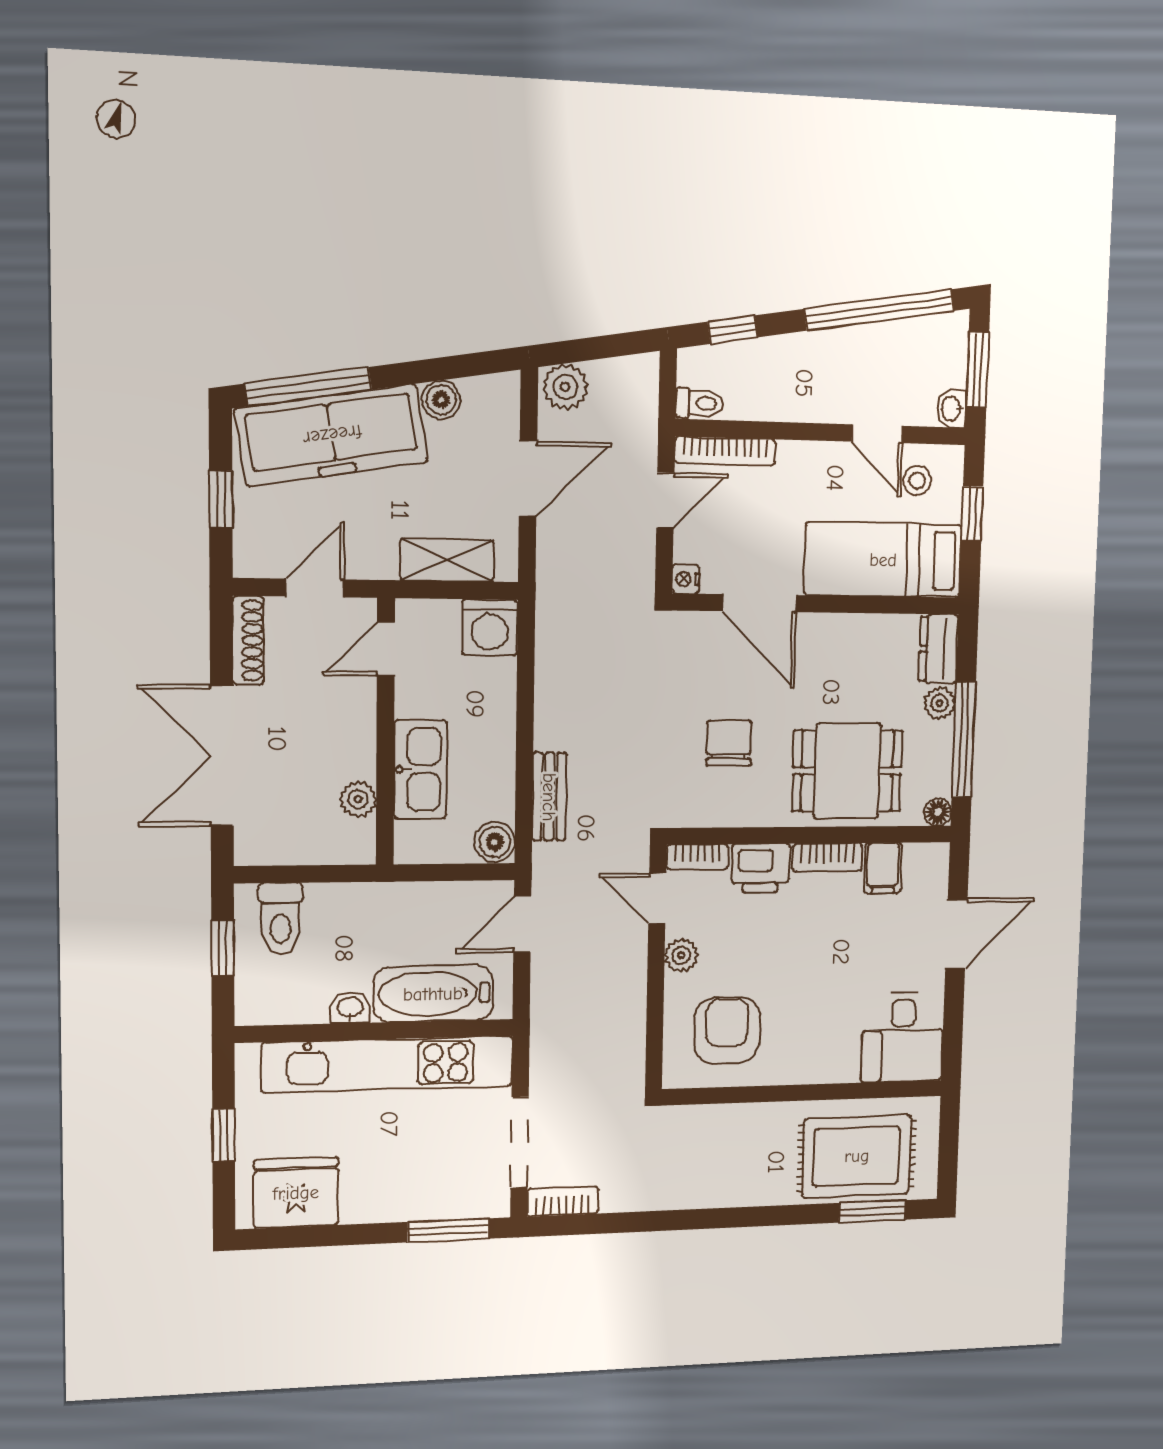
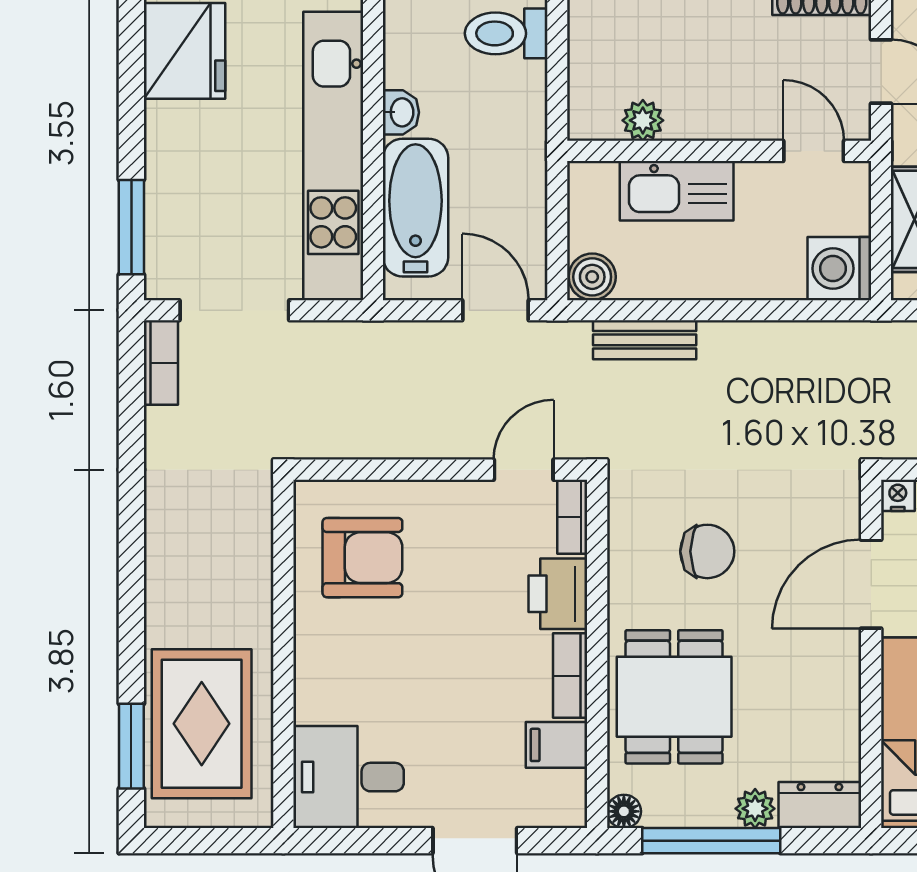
plant: (681, 955) -> (455, 500), removed

